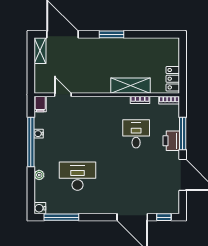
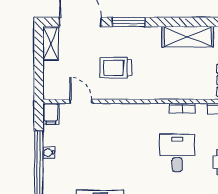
window: (112, 34) -> (129, 22), moved
trolley: (89, 69) -> (116, 68), added
shelving: (130, 86) -> (188, 37), moved

